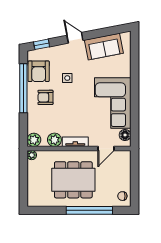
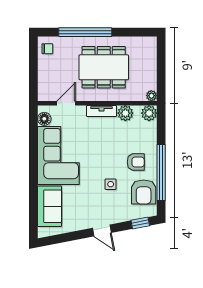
sofa: (104, 47) -> (50, 206), moved, turned 101
armchair: (39, 71) -> (144, 192), turned 180

